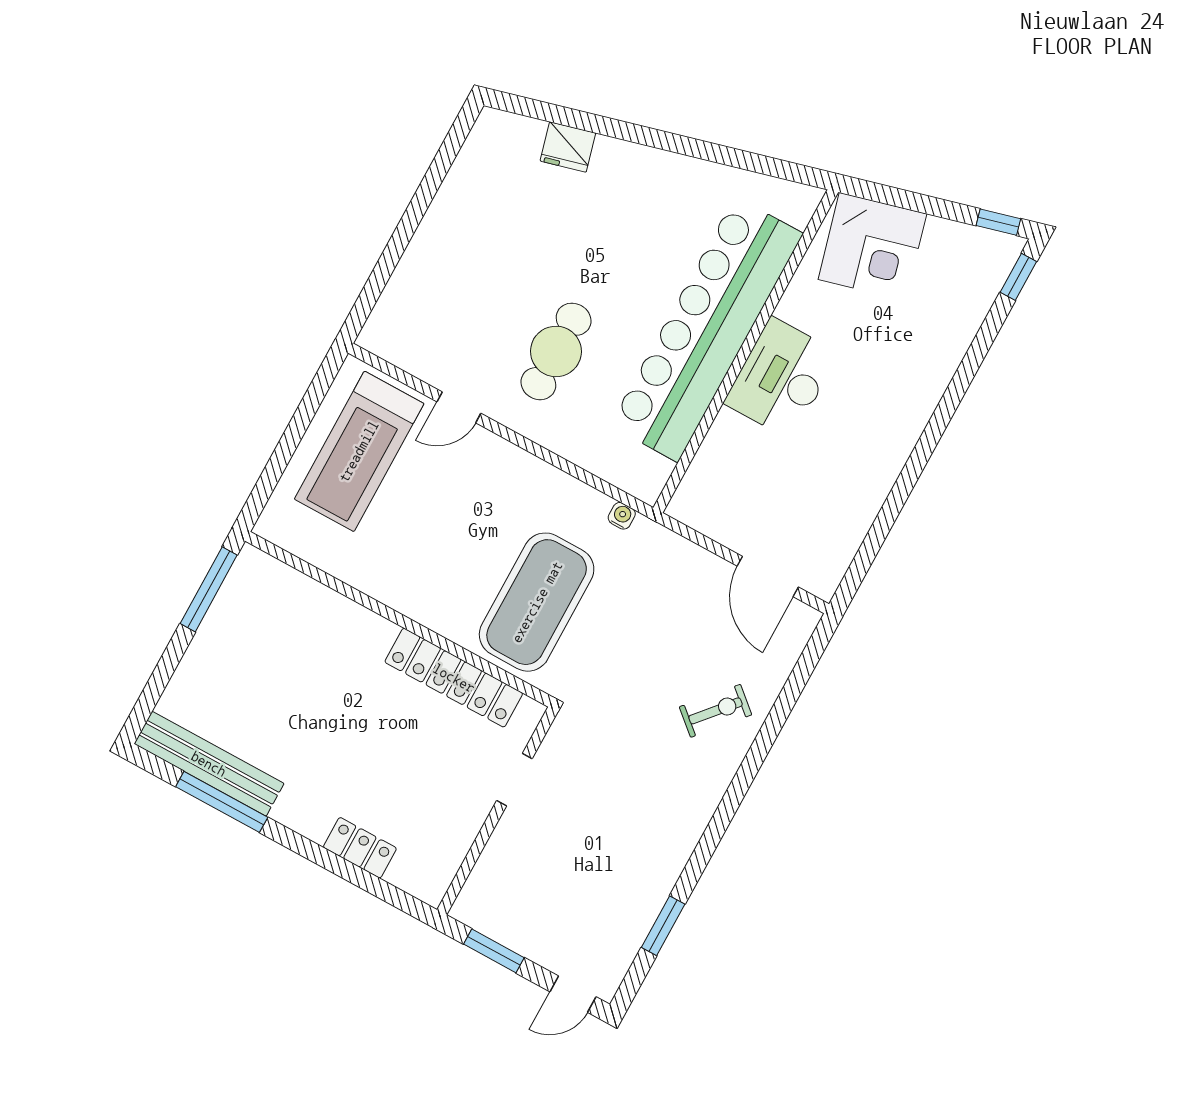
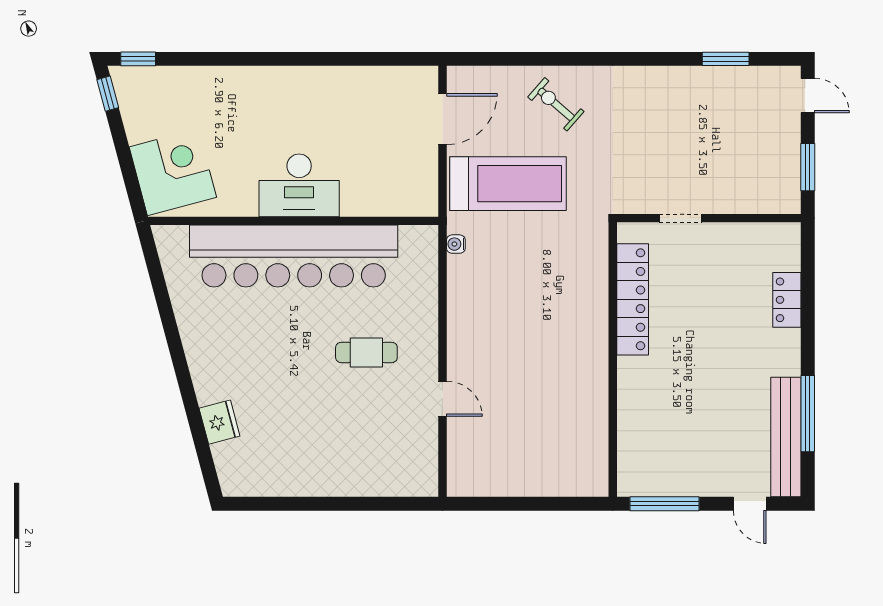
cafe table: (556, 351) -> (366, 352), width x0.73, depth x0.74
treadmill: (359, 451) -> (508, 184), moved
exercise mat: (537, 602) -> (548, 270), removed
door: (157, 683) -> (750, 504), added

